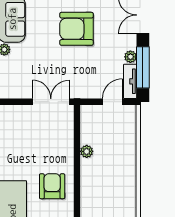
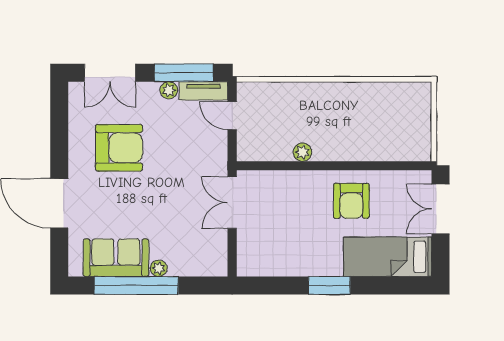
armchair: (76, 29) -> (119, 148), moved, turned -90
armchair: (52, 186) -> (351, 201), turned -90

